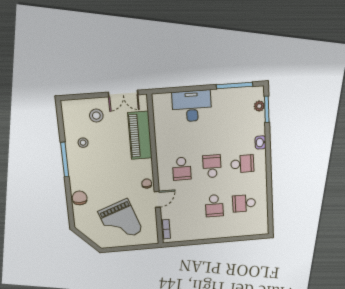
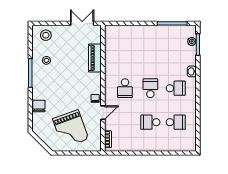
double door: (123, 94) -> (82, 23), swing flipped
desk: (192, 106) -> (137, 37), removed
stool: (96, 116) -> (46, 35), moved
piano: (140, 135) -> (95, 58), width x0.73, depth x0.75
school desk: (244, 203) -> (176, 122), turned 180
school desk: (214, 206) -> (150, 122), turned 90

